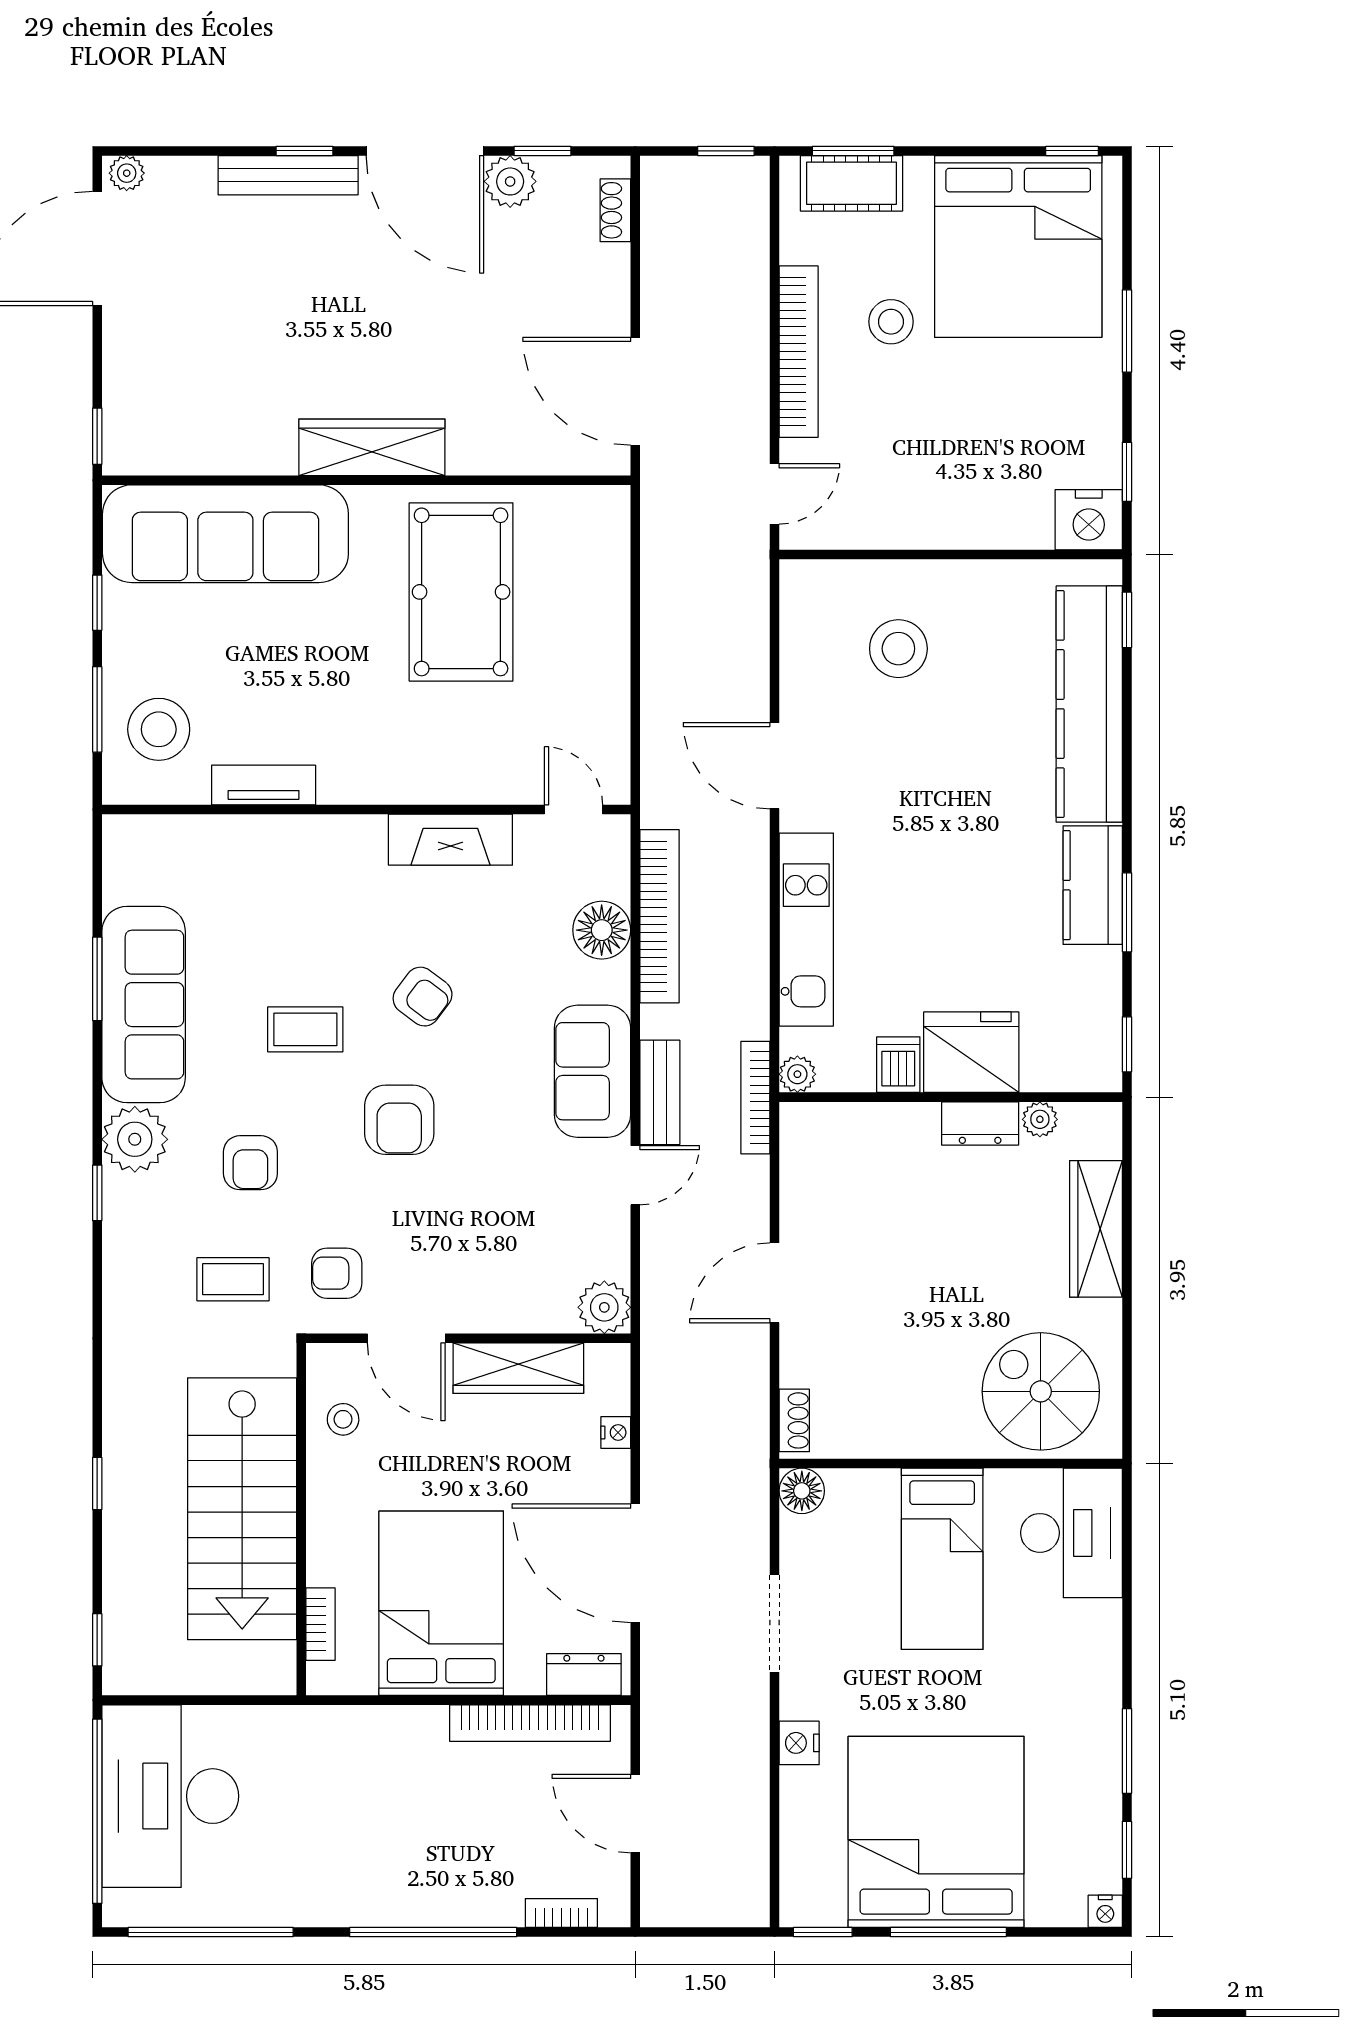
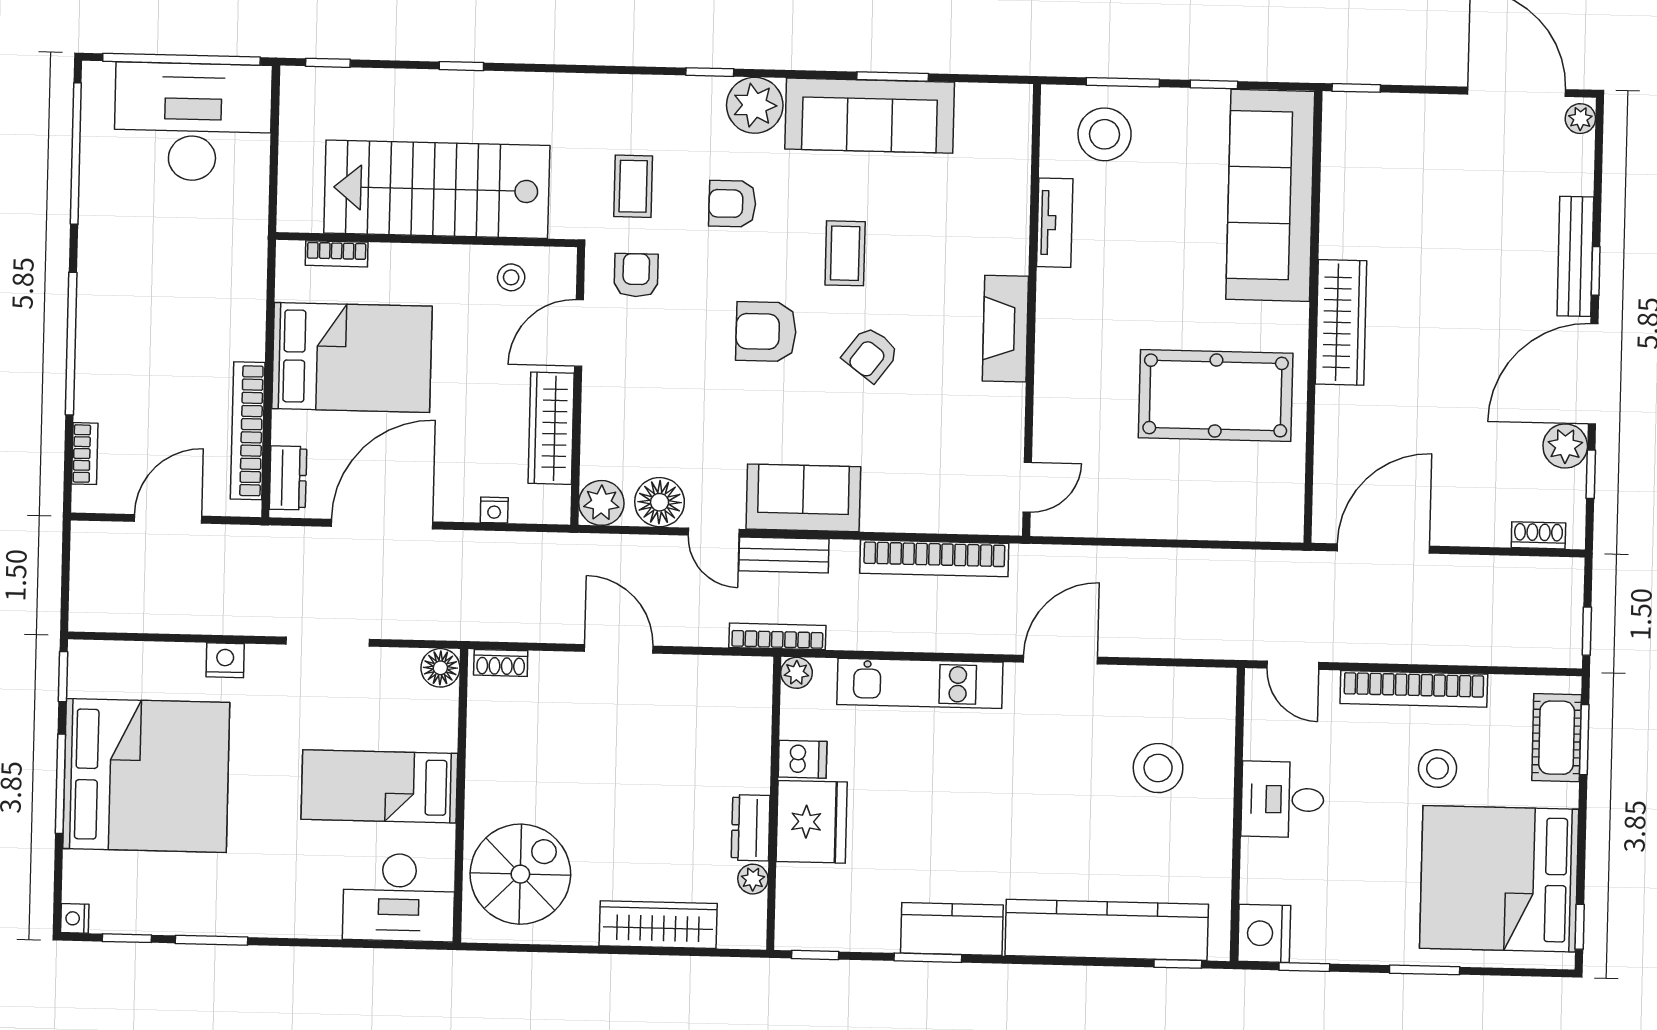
desk: (932, 502) -> (1283, 799), added
fireplace: (450, 840) -> (1005, 329), moved
floor lamp: (602, 930) -> (660, 502), moved

